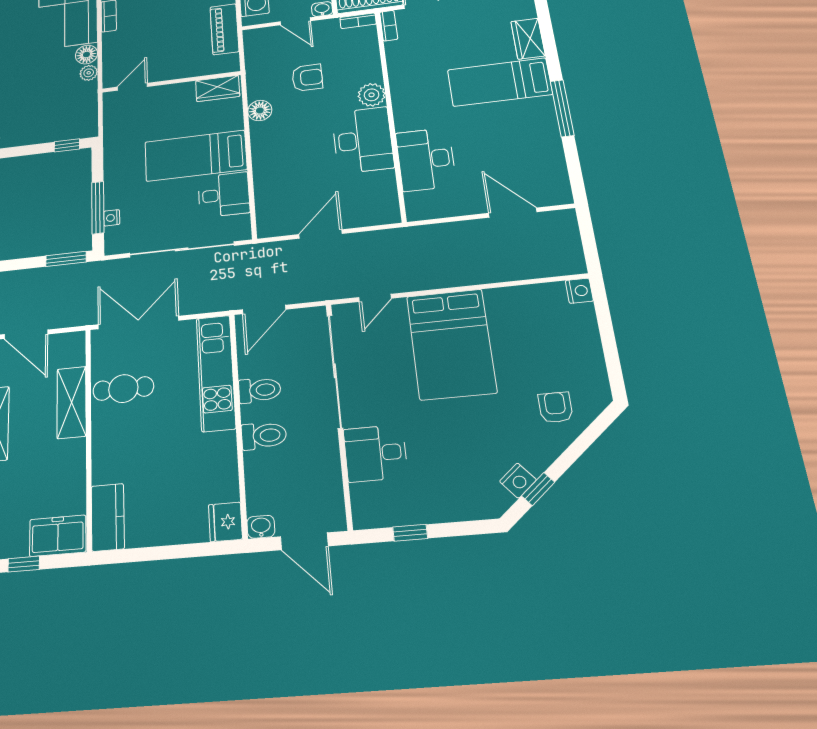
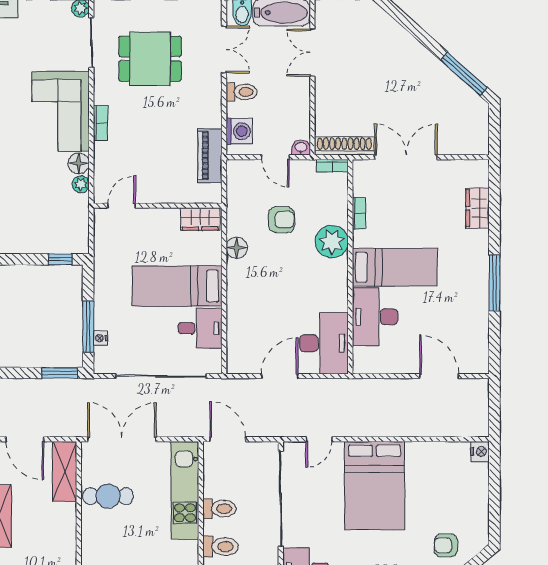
bookcase: (389, 26) -> (359, 213), moved
bed: (500, 82) -> (395, 267), moved, turned 180
plant: (372, 95) -> (332, 242), width x1.36, depth x1.36
desk: (363, 140) -> (324, 343), moved
door: (264, 309) -> (228, 439), swing flipped
shelving: (72, 402) -> (65, 471), moved
armchair: (555, 407) -> (446, 545), turned -90

